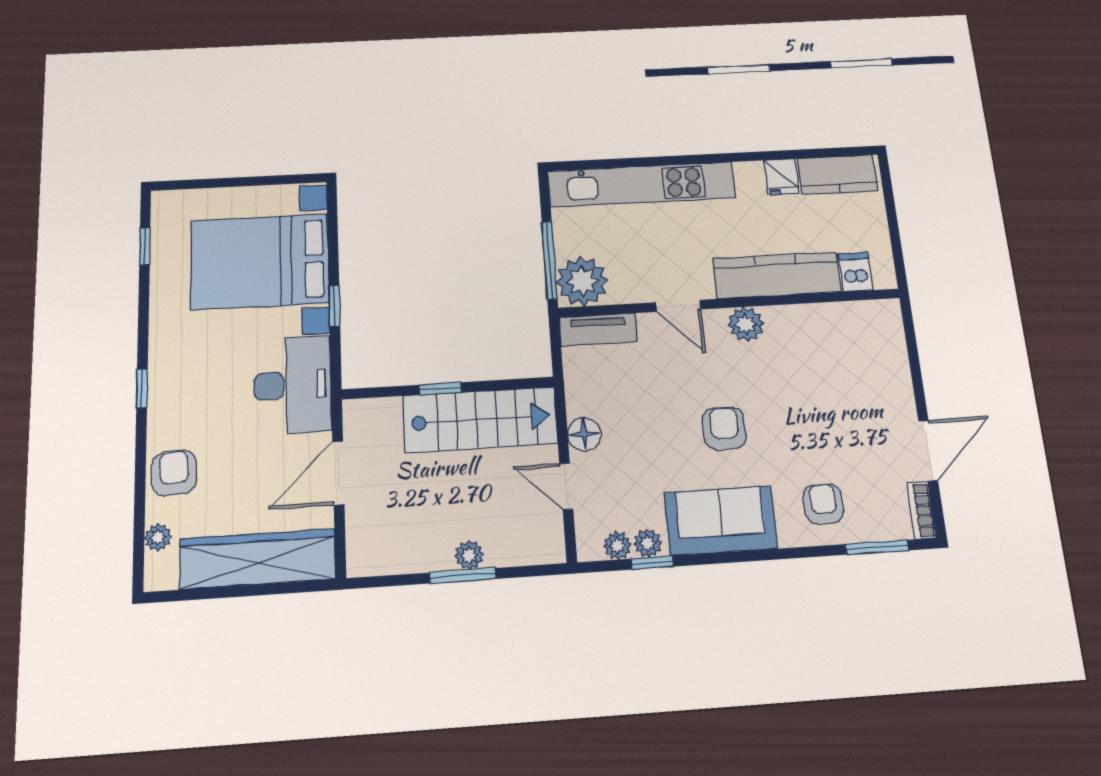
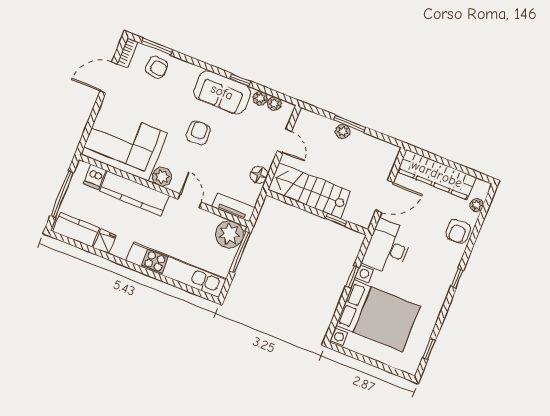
window: (892, 220) -> (62, 194), added
corner sofa: (839, 350) -> (124, 144), added
window: (440, 389) -> (336, 220), moved
armchair: (724, 428) -> (198, 133), turned 180
floor lamp: (584, 434) -> (259, 175), moved
armchair: (823, 504) -> (157, 67), moved, turned -83
window: (652, 563) -> (240, 80), moved

